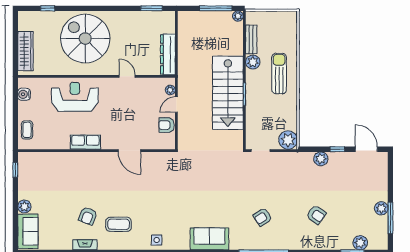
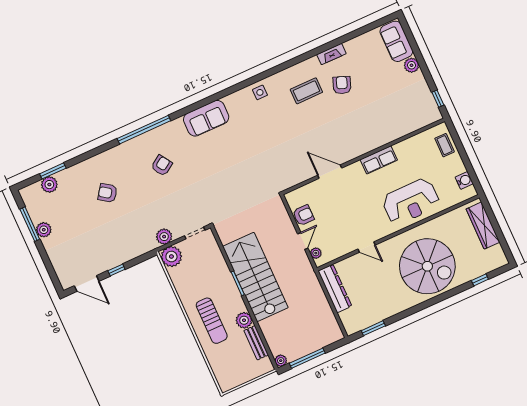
plant: (321, 159) -> (164, 237), moved

